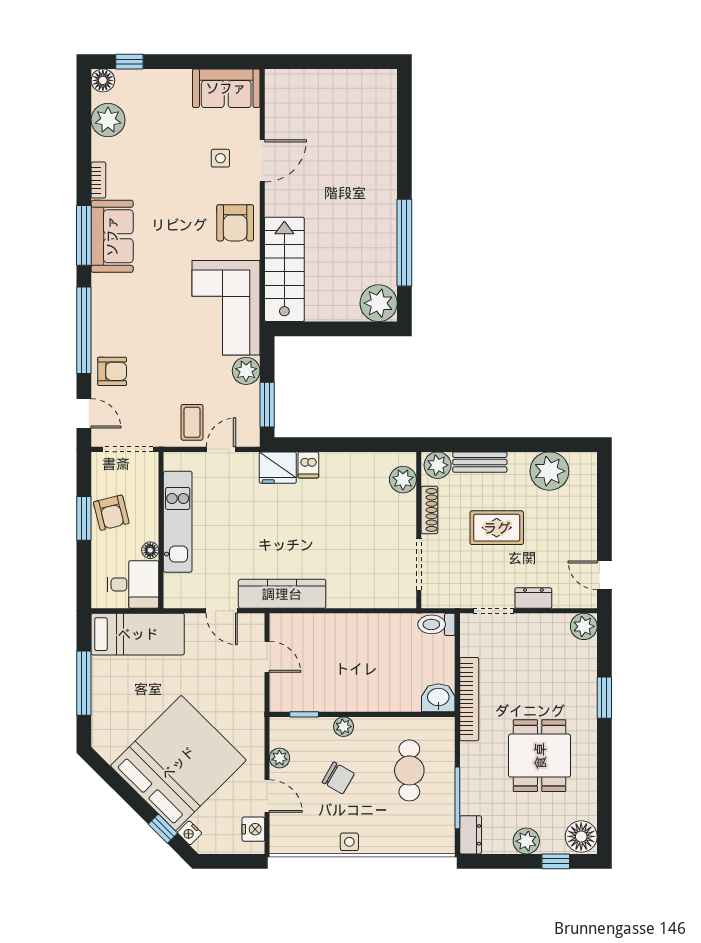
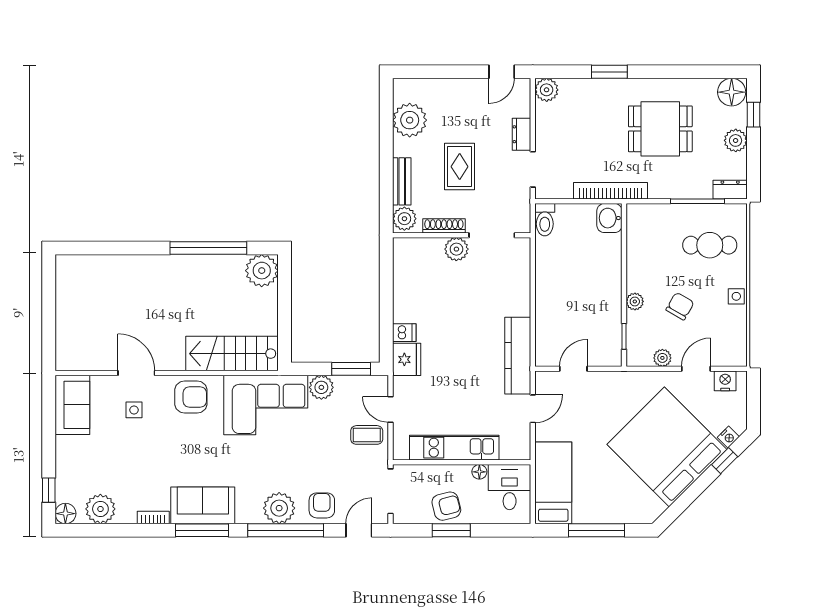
plant: (109, 323) -> (279, 508), added
plant: (403, 480) -> (456, 249), moved
cafe table: (409, 770) -> (710, 245), moved

